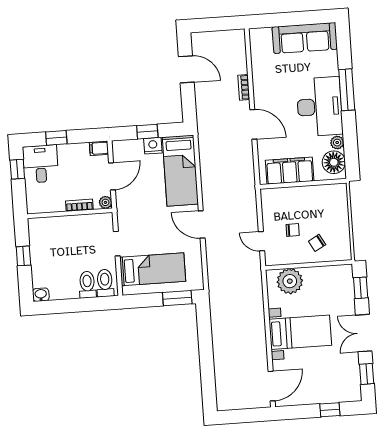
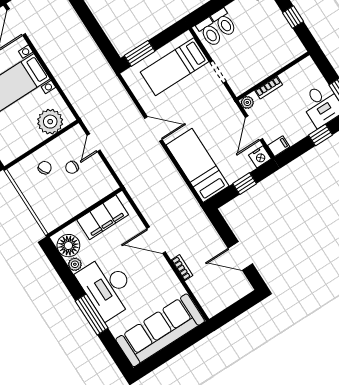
sofa: (305, 38) -> (160, 330), width x1.36, depth x1.27
nightstand: (153, 146) -> (260, 157), moved
door: (262, 241) -> (94, 143), swing flipped

